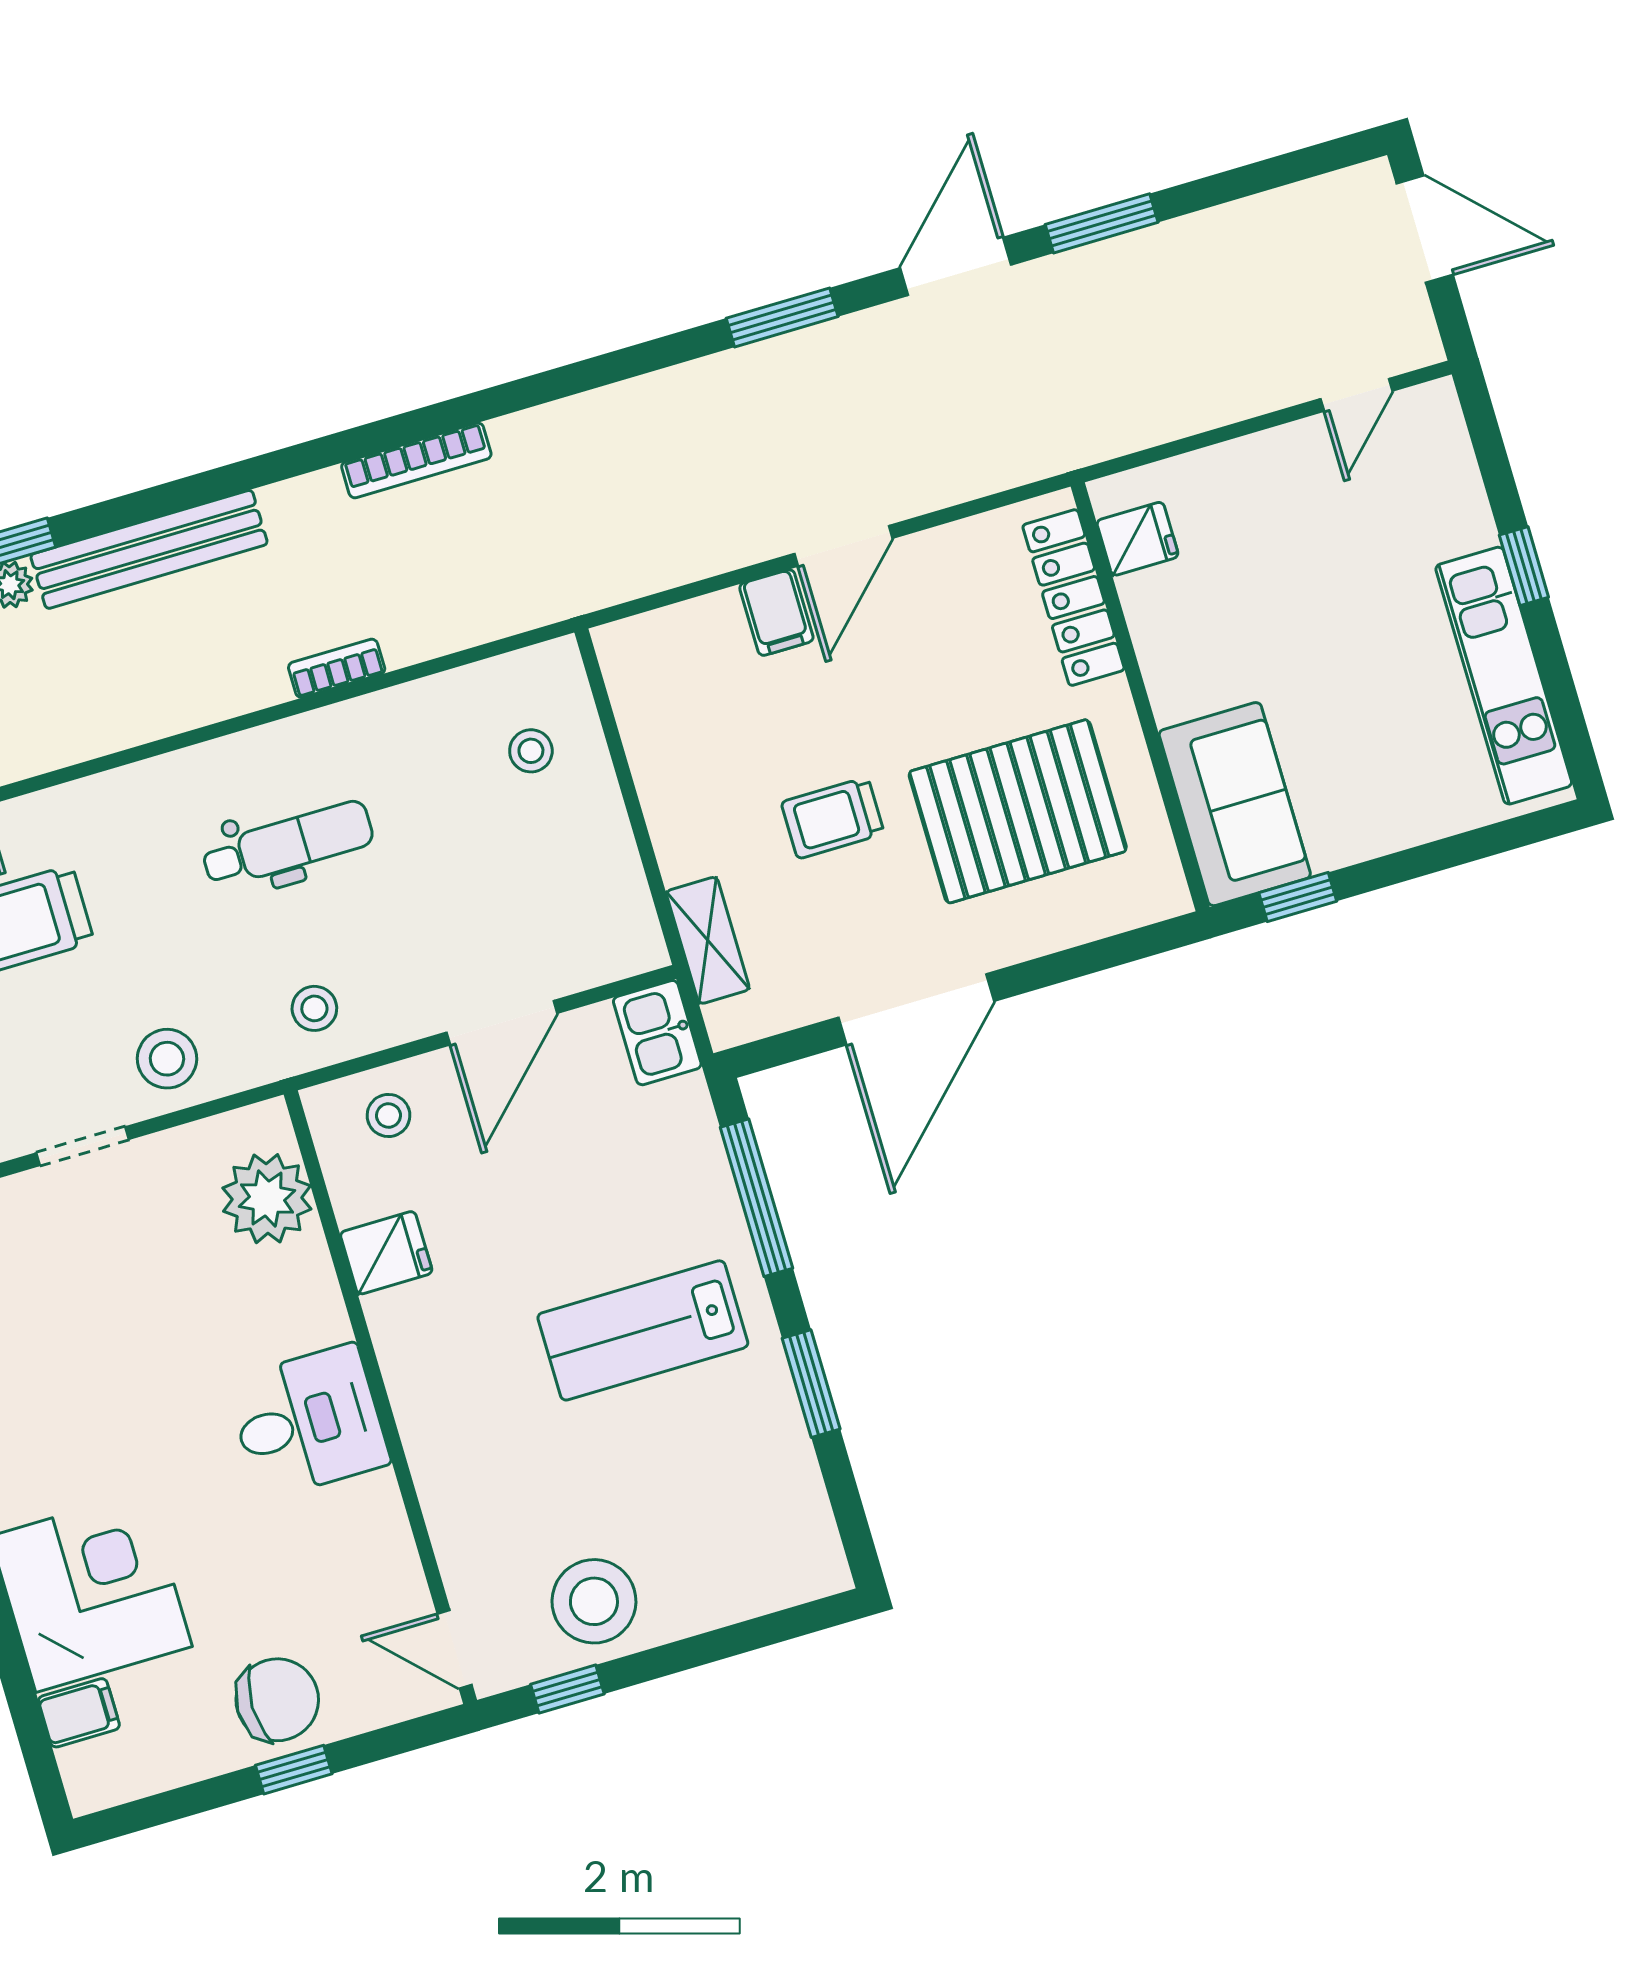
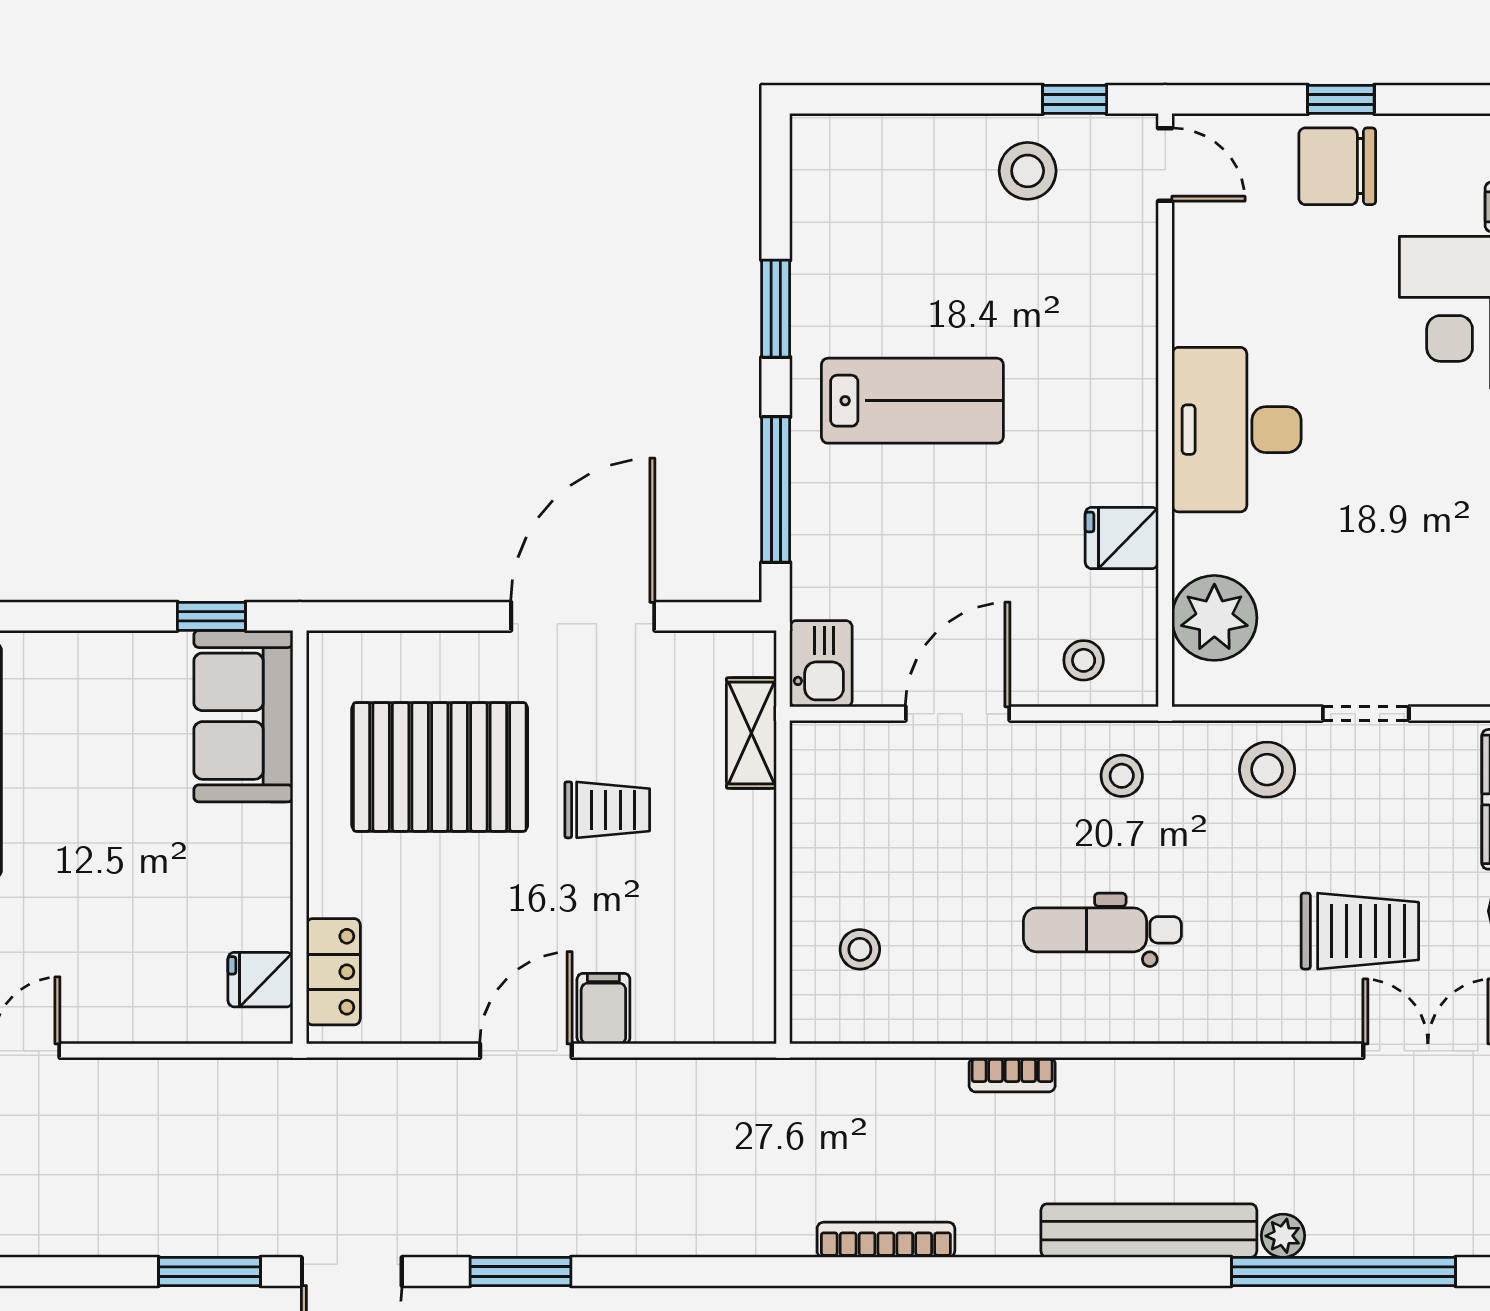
locker: (1073, 598) -> (333, 972), width x0.66
desk: (308, 1422) -> (1236, 430), width x1.37
stool: (594, 1601) -> (1028, 171), width x0.73, depth x0.73

